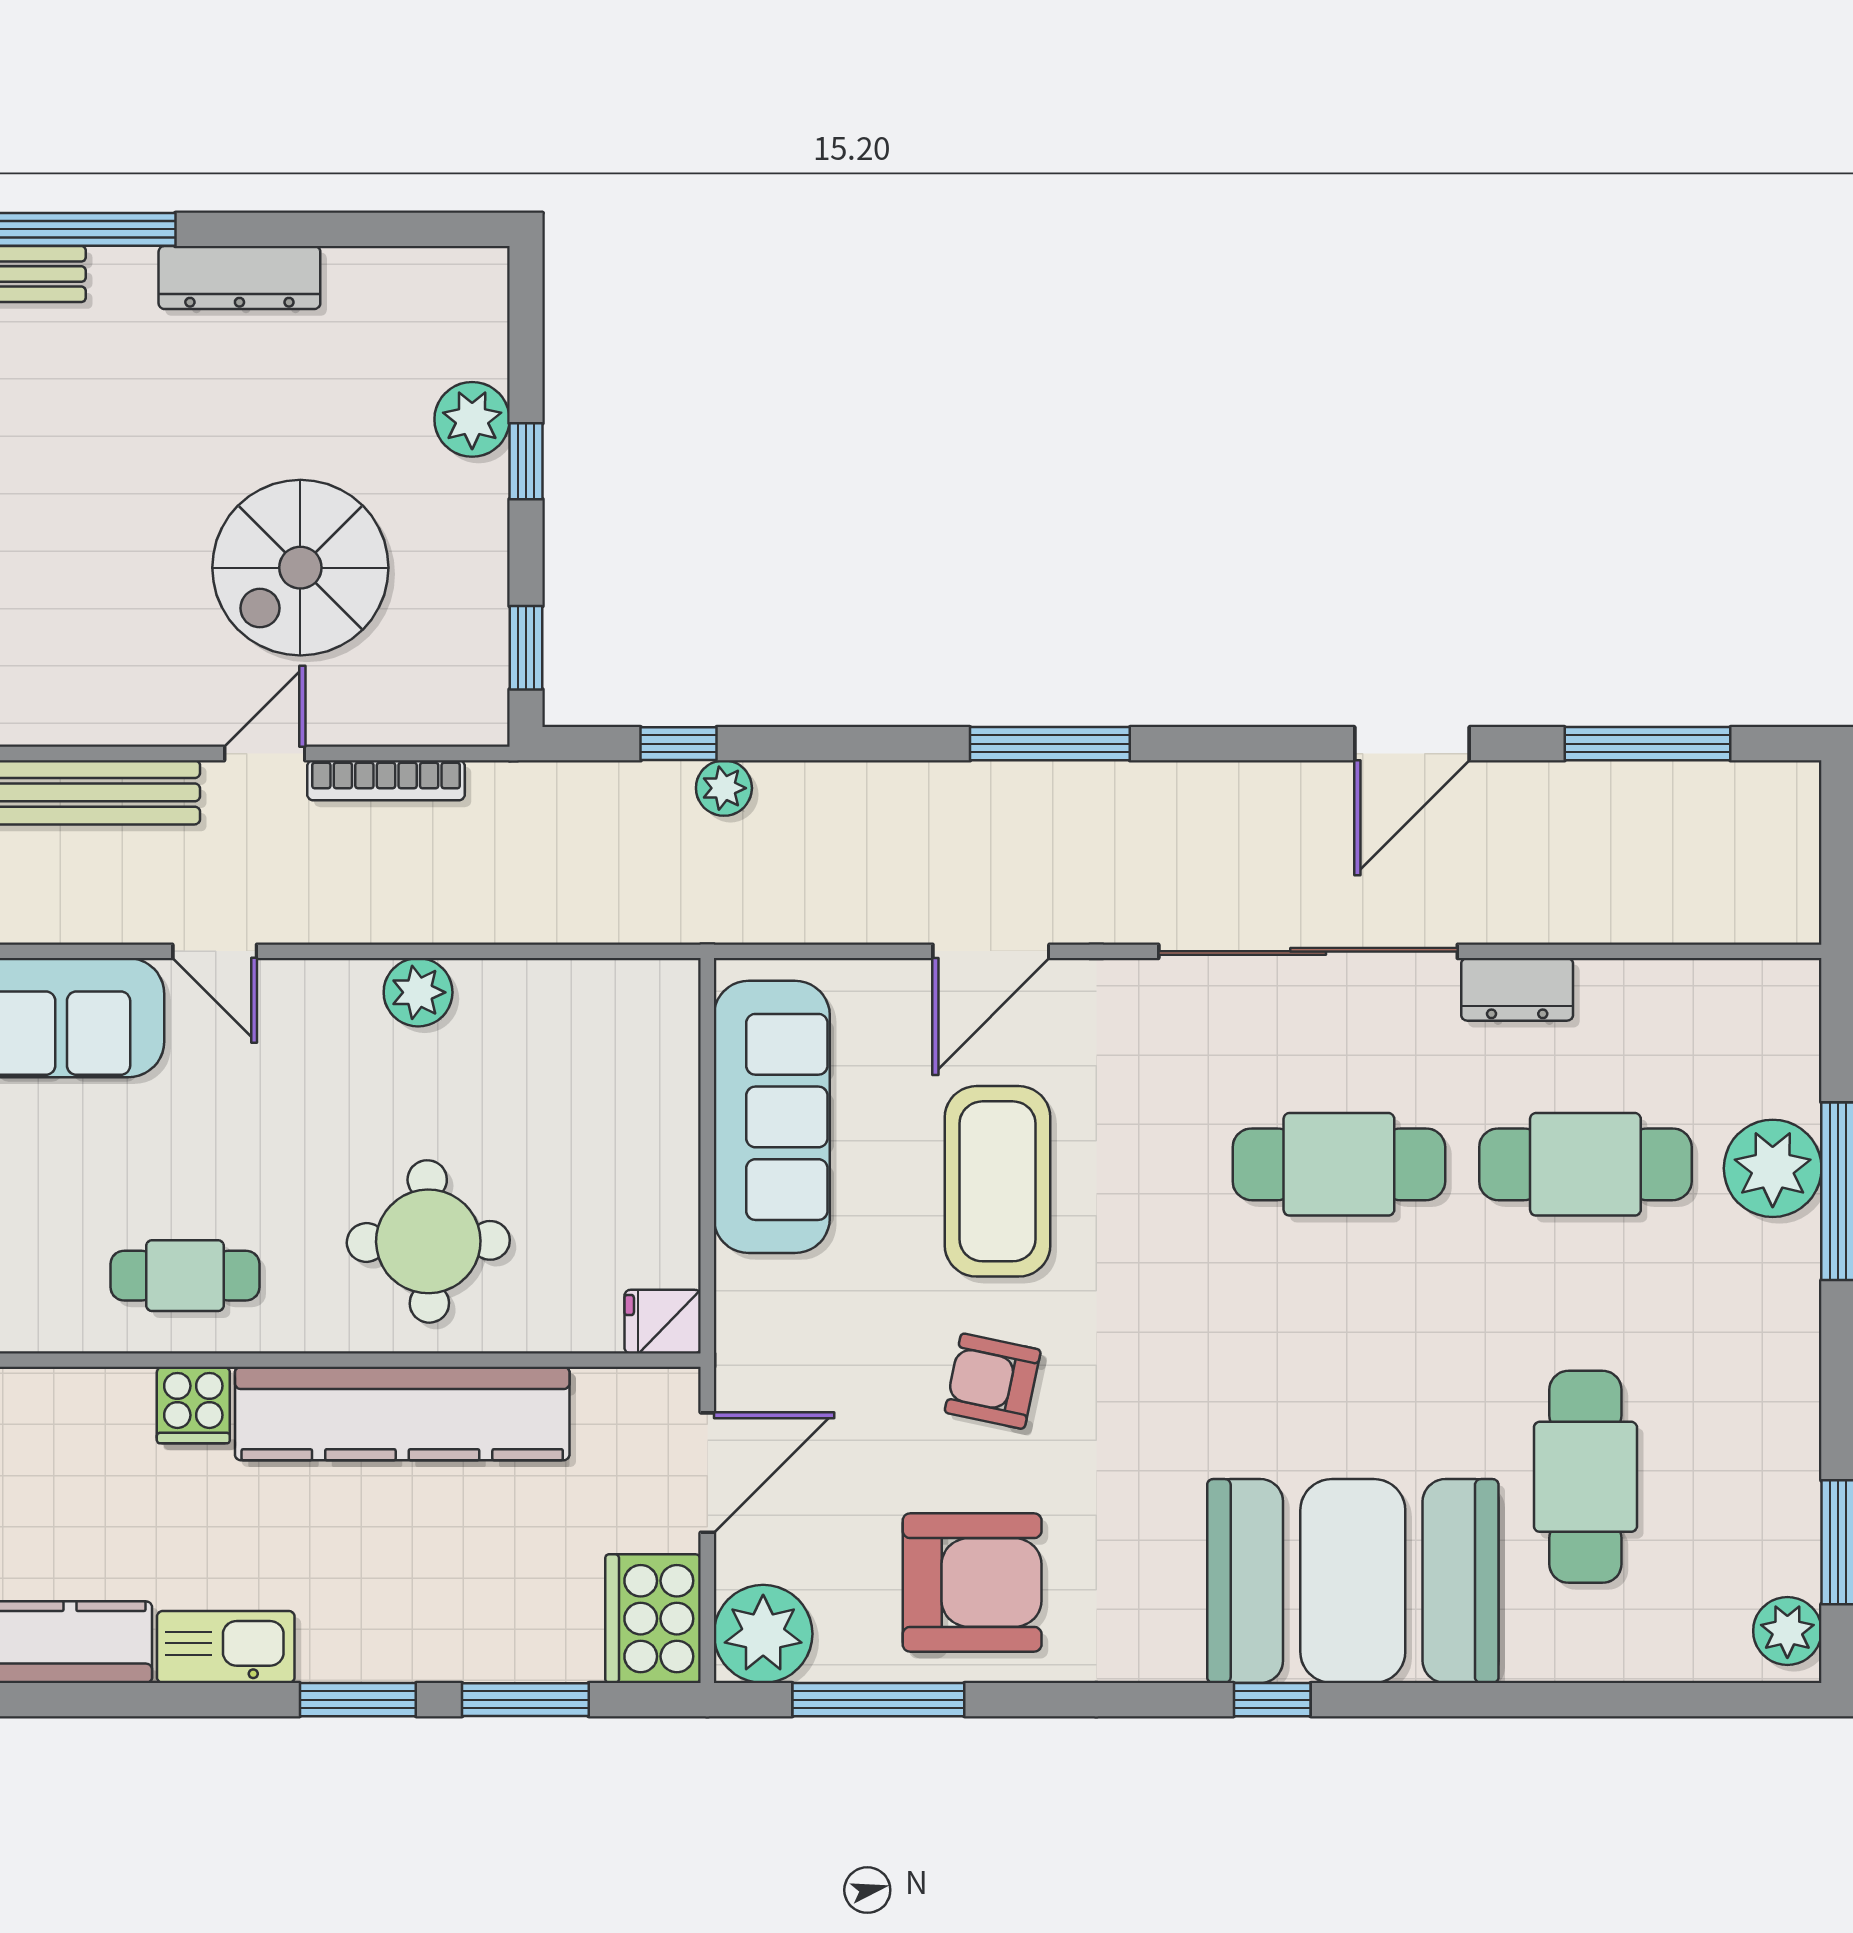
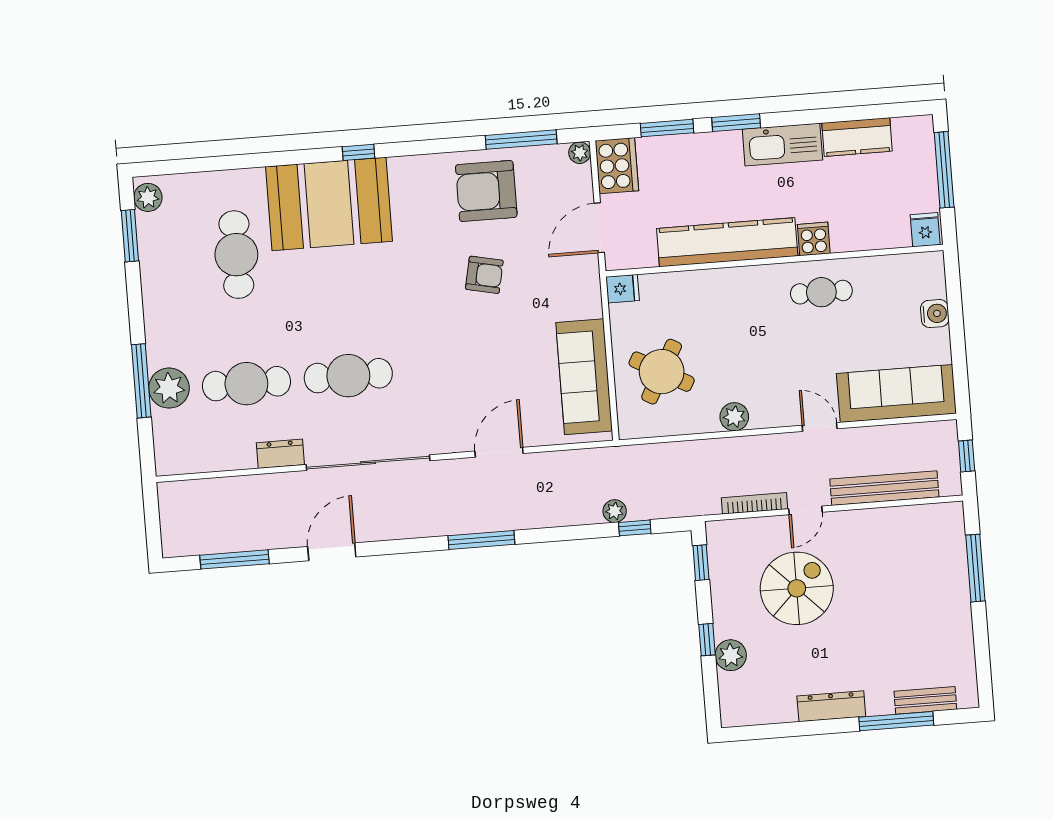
coffee table: (998, 1181) -> (489, 358), removed
round table: (428, 1241) -> (662, 372), moved, turned 30
plant: (763, 1634) -> (580, 153), width x0.53, depth x0.53
kitchen sink: (226, 1647) -> (782, 145), width x1.36, depth x1.24

